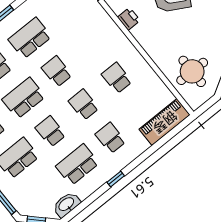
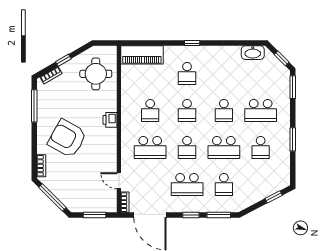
printer: (129, 19) -> (110, 120), moved
school desk: (77, 165) -> (150, 147), moved
window: (116, 179) -> (192, 43), moved

